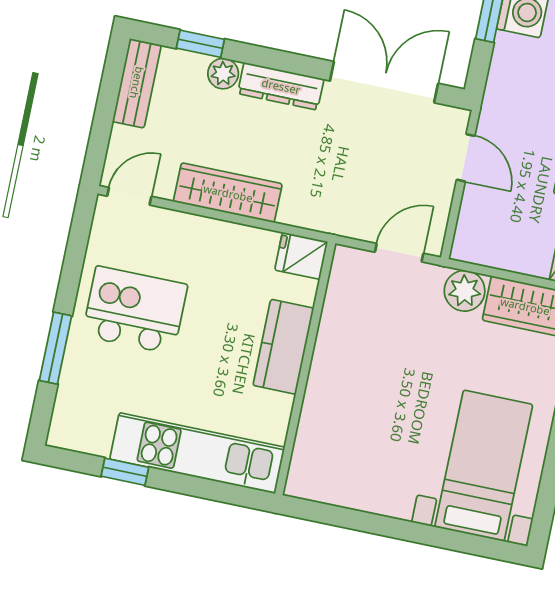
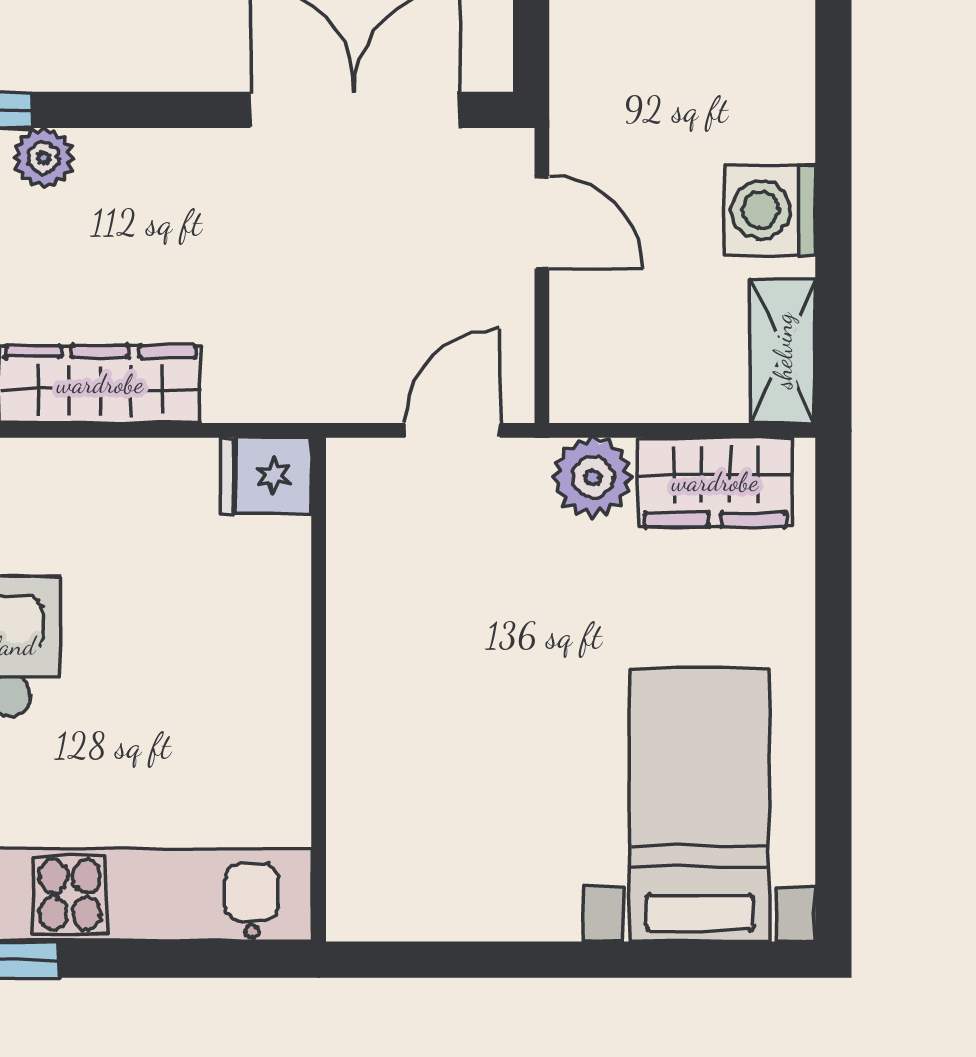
dresser: (281, 86) -> (159, 159), removed
kitchen counter: (283, 347) -> (268, 657), removed

